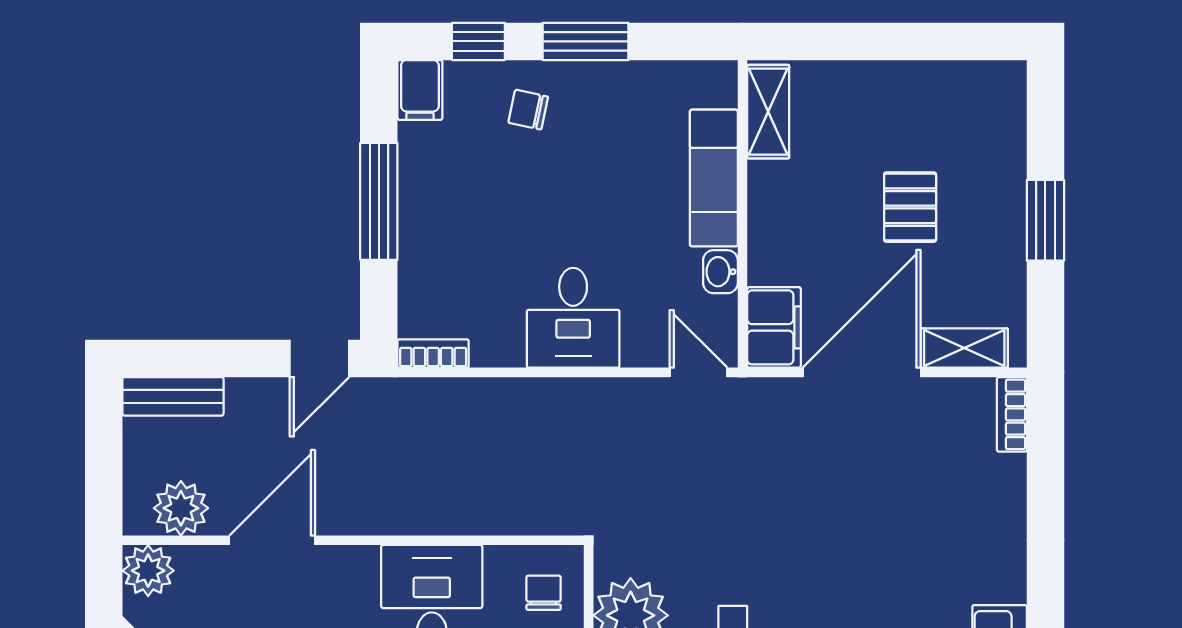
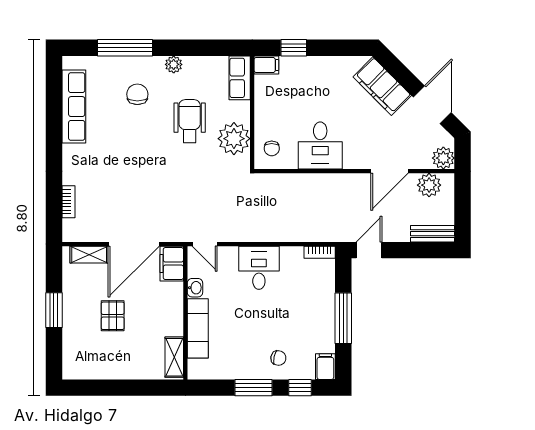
bookcase: (1012, 414) -> (68, 202), moved

